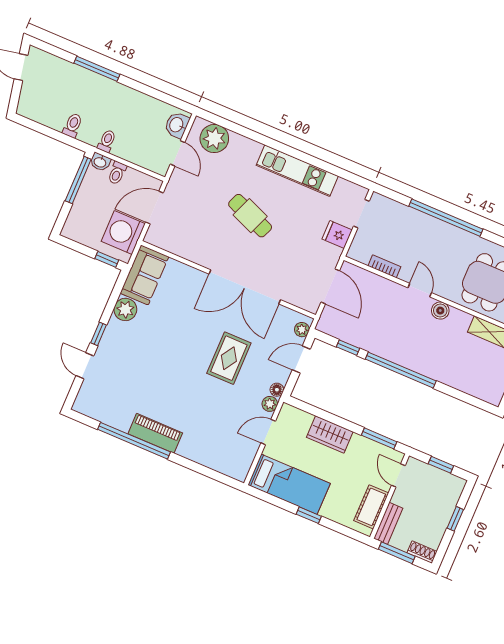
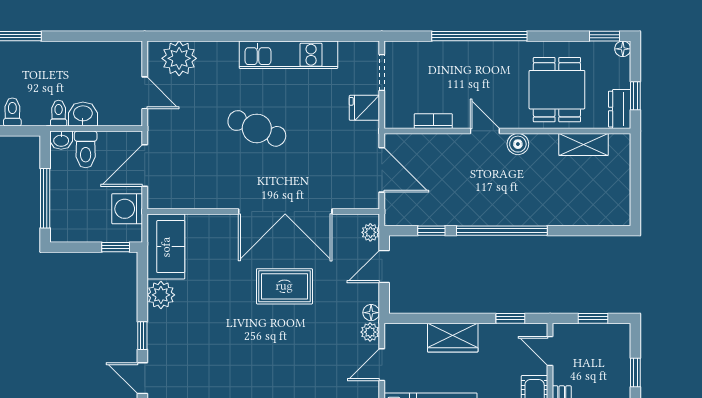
washbasin: (177, 125) -> (83, 114), moved, turned 90
toilet: (117, 173) -> (86, 149), width x1.37, depth x1.39
window: (78, 180) -> (45, 198), moved
washing machine: (123, 233) -> (127, 209), width x0.73, depth x0.73
rug: (229, 358) -> (284, 286), moved, turned 90
window: (379, 438) -> (510, 318), width x0.67

